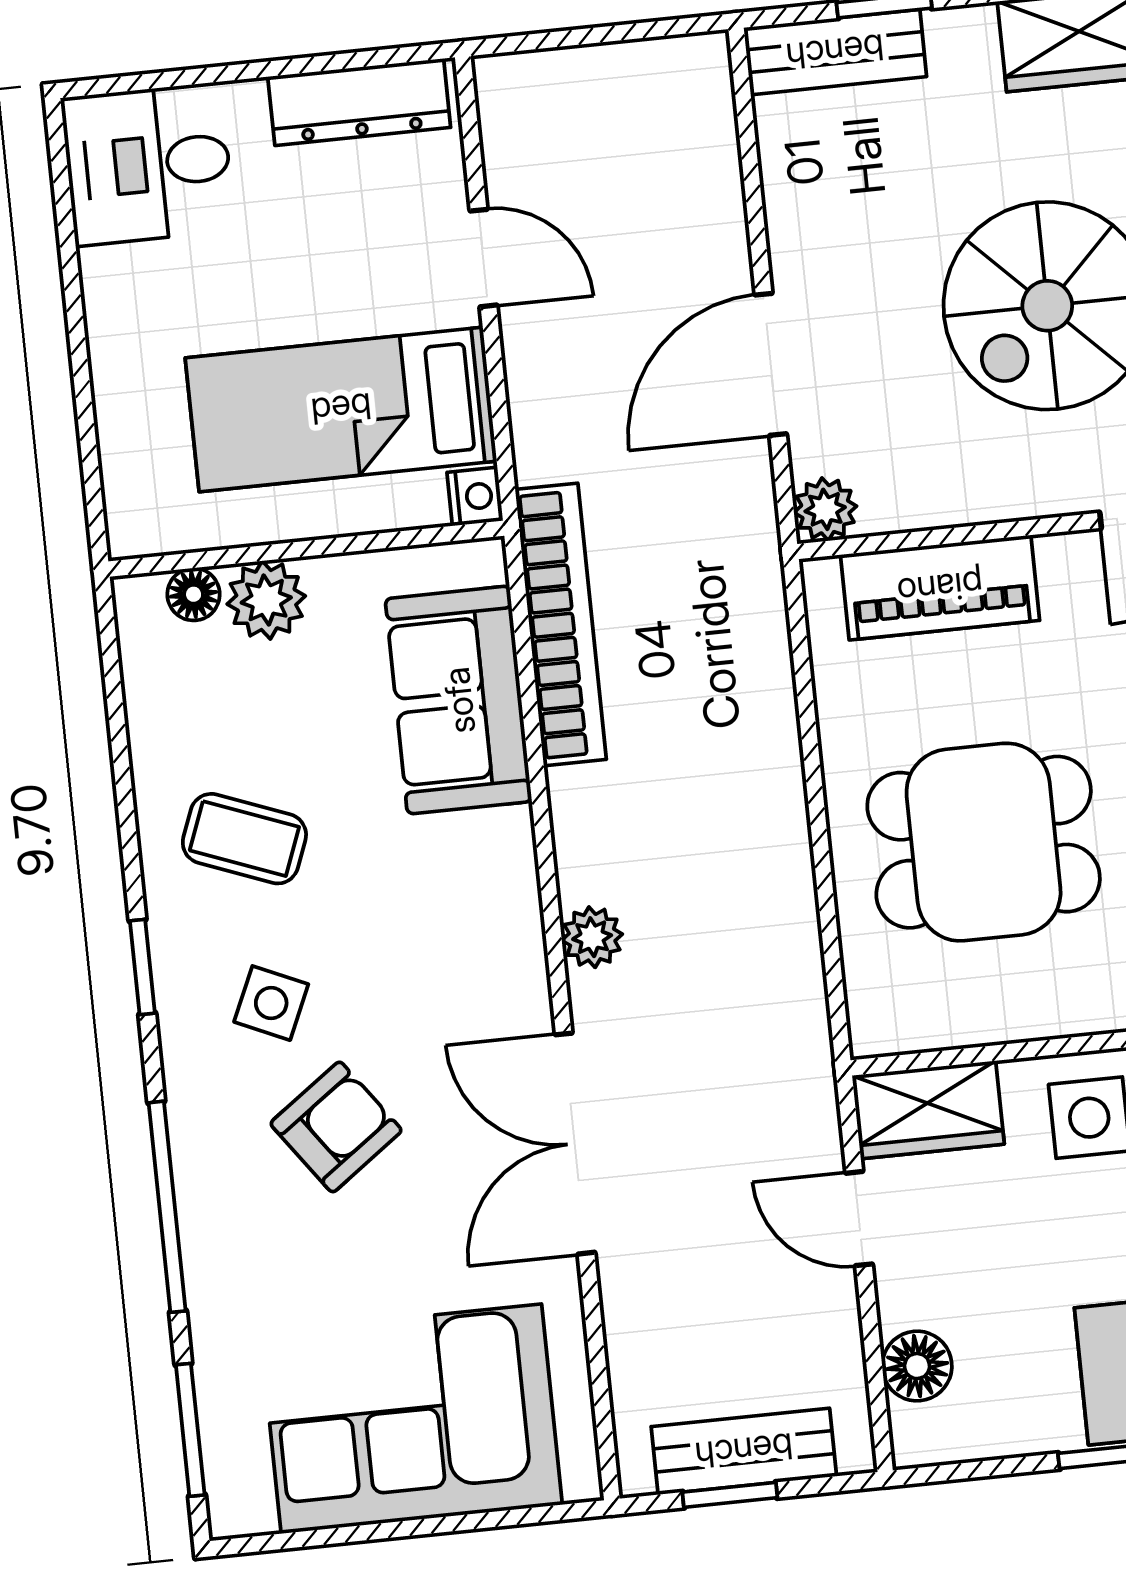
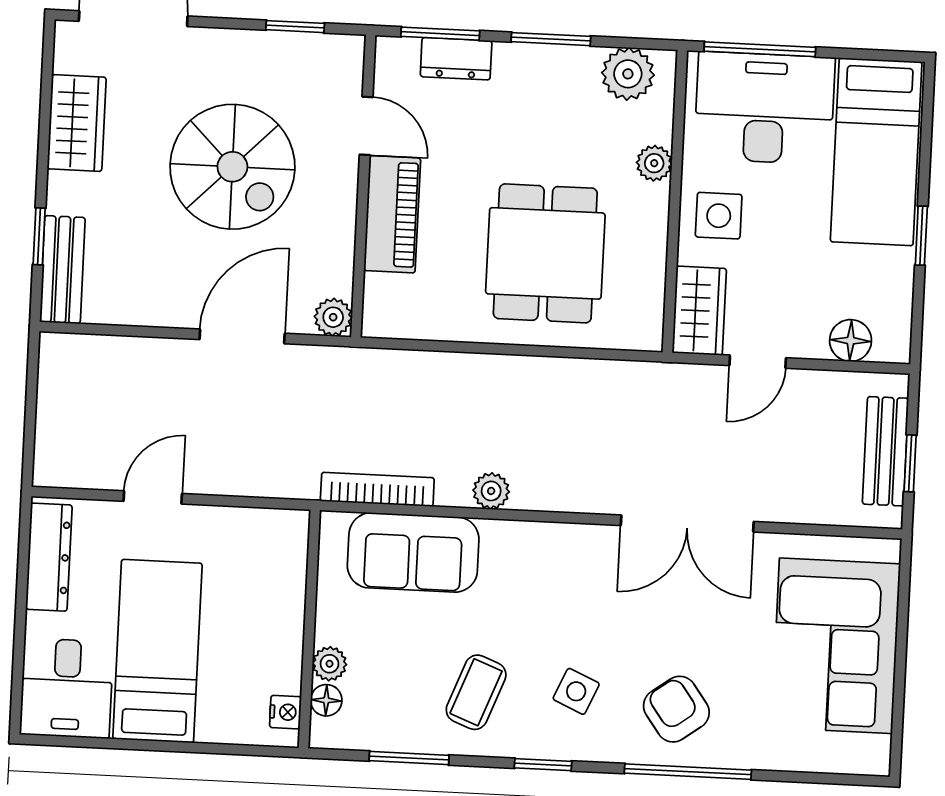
door: (771, 364) -> (242, 336), swing flipped
bed: (341, 409) -> (158, 651), moved, turned 180
nightstand: (475, 496) -> (285, 712), moved, turned 90
piano: (940, 588) -> (392, 214), moved
plant: (266, 600) -> (329, 664), width x0.73, depth x0.73
bookcase: (561, 624) -> (377, 489), width x0.68, depth x0.76
plant: (592, 937) -> (491, 491), moved
armchair: (336, 1127) -> (676, 709), moved
window: (190, 1430) -> (409, 758), moved

